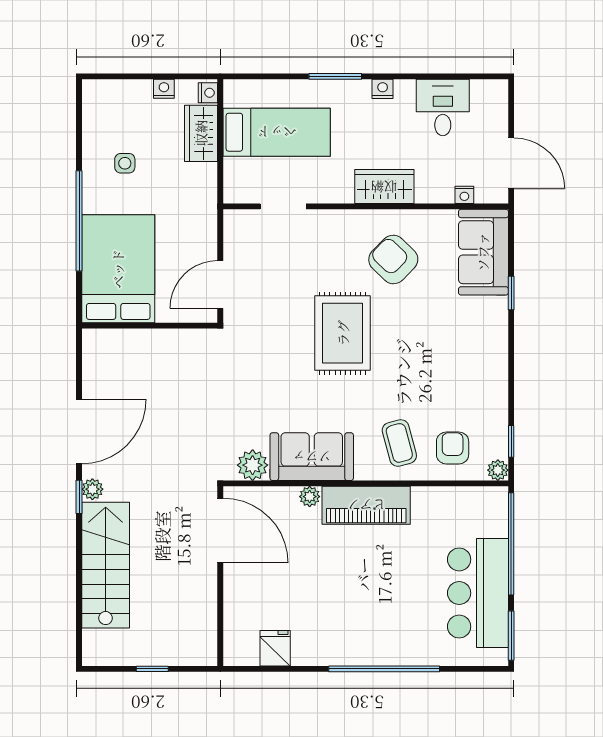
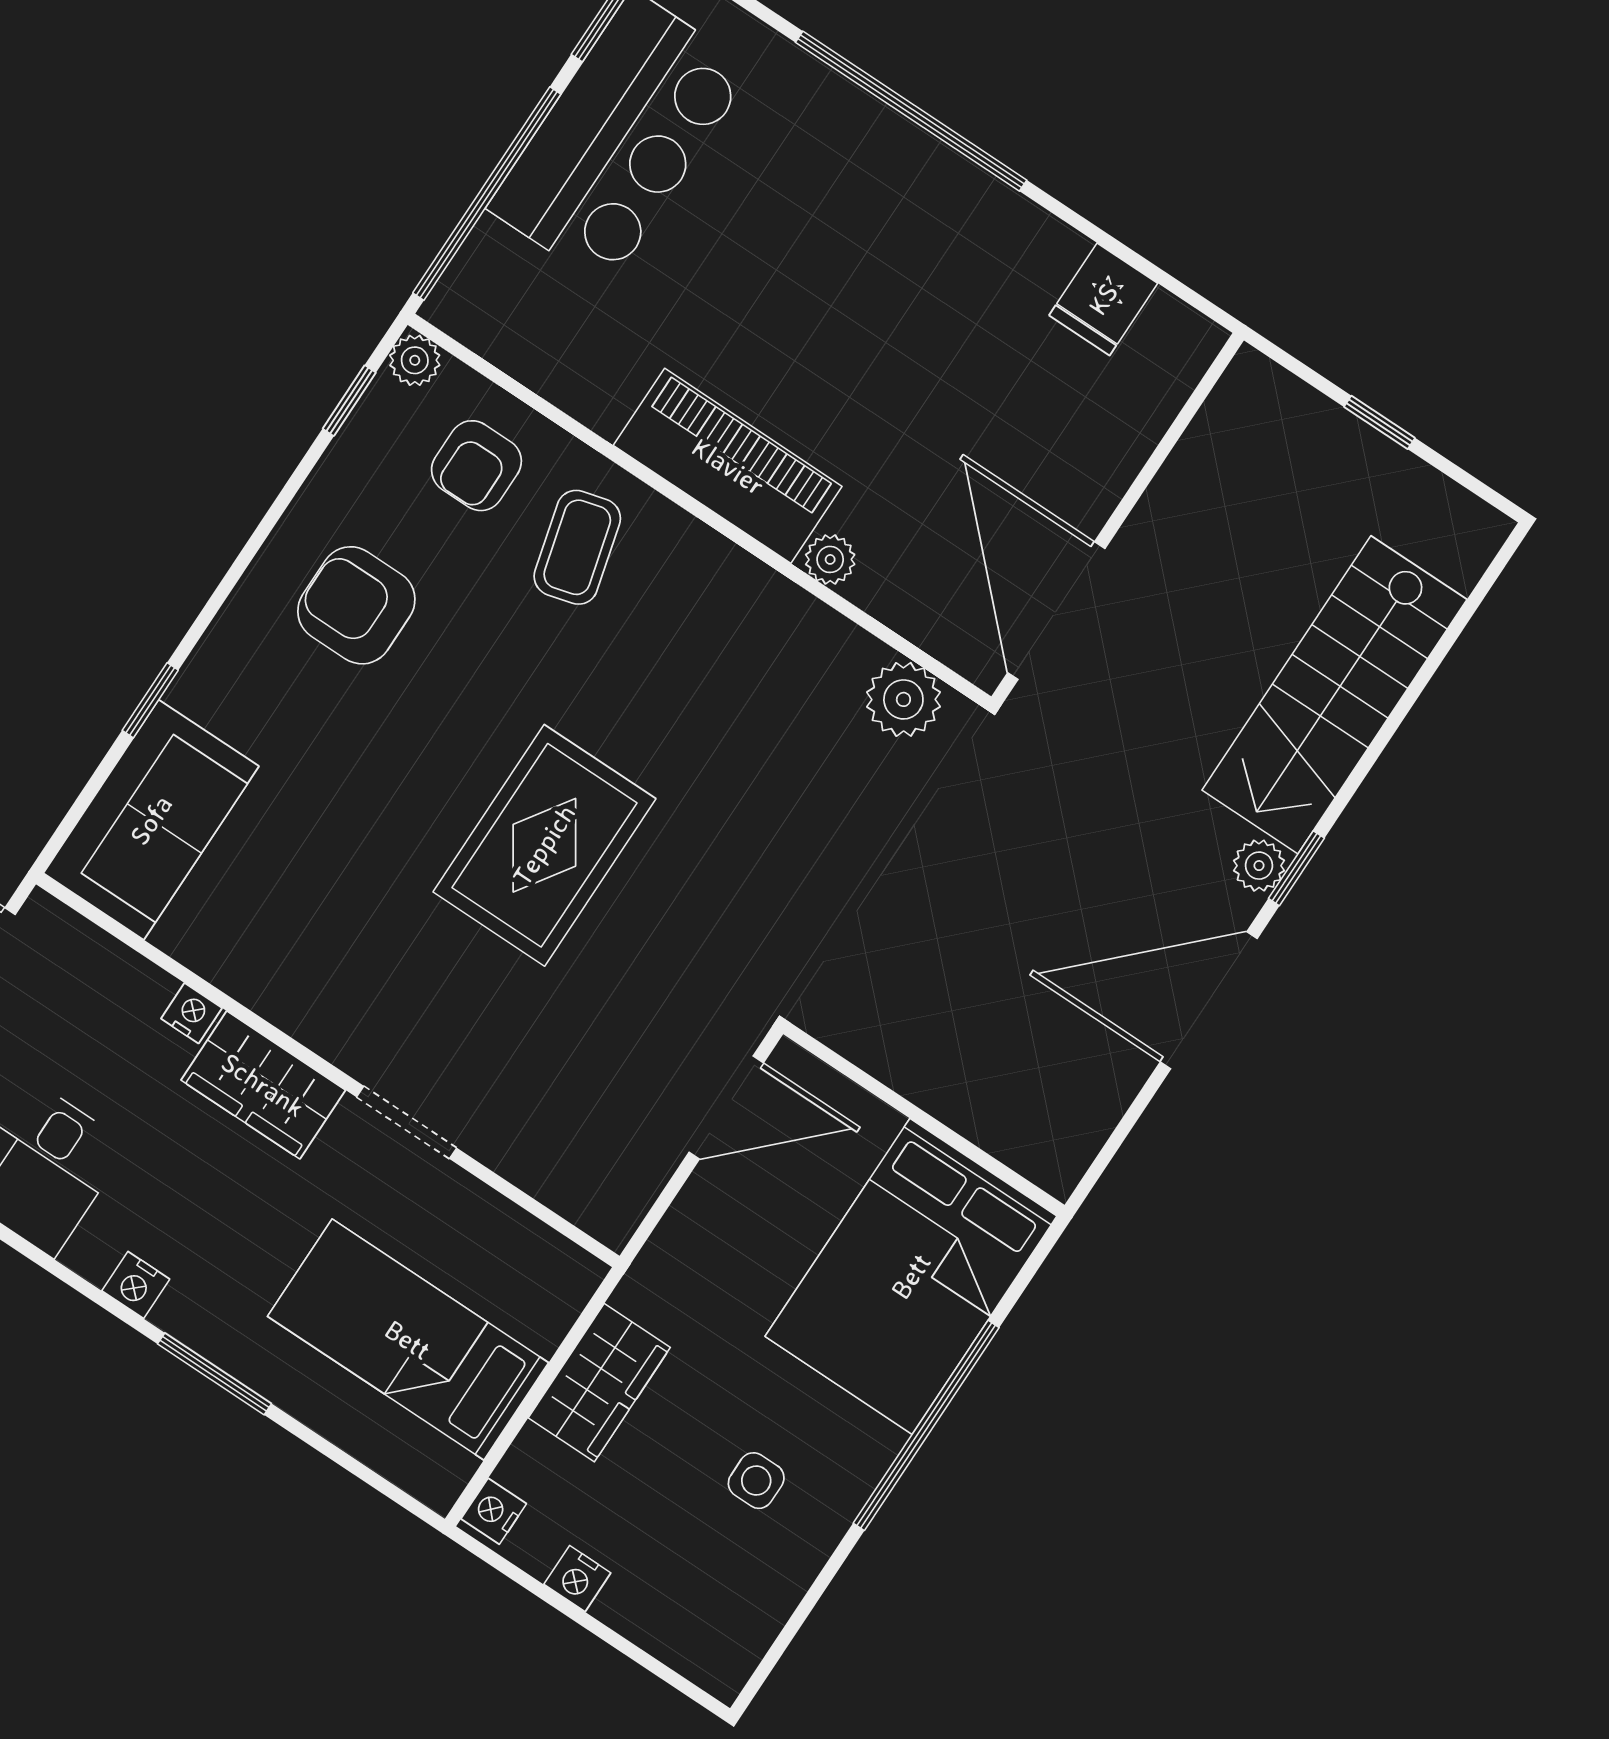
wardrobe: (201, 133) -> (599, 1383), moved
nightstand: (464, 195) -> (191, 1013), moved
doorway: (283, 206) -> (407, 1122), moved
armchair: (393, 260) -> (356, 605), moved, turned 136
sofa: (312, 457) -> (772, 637), removed

